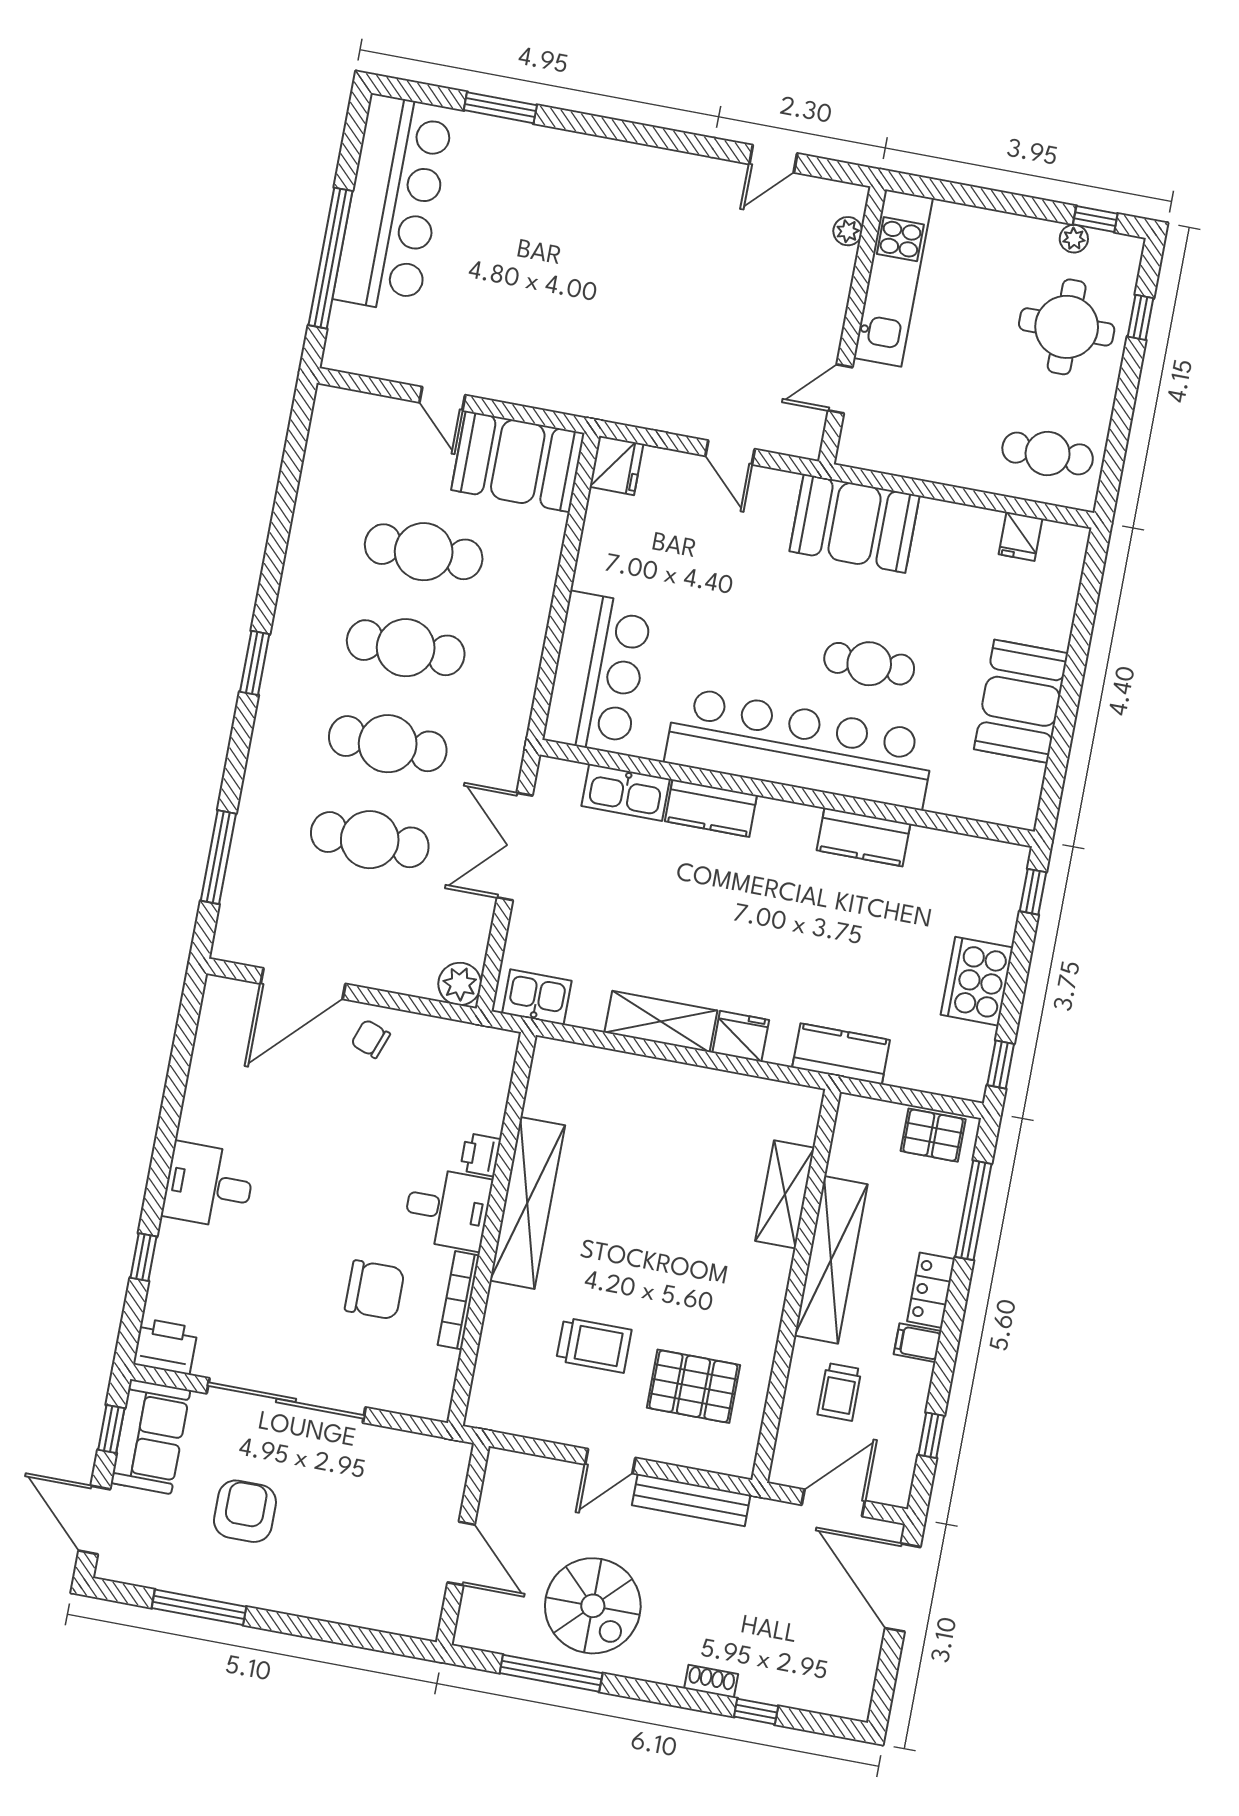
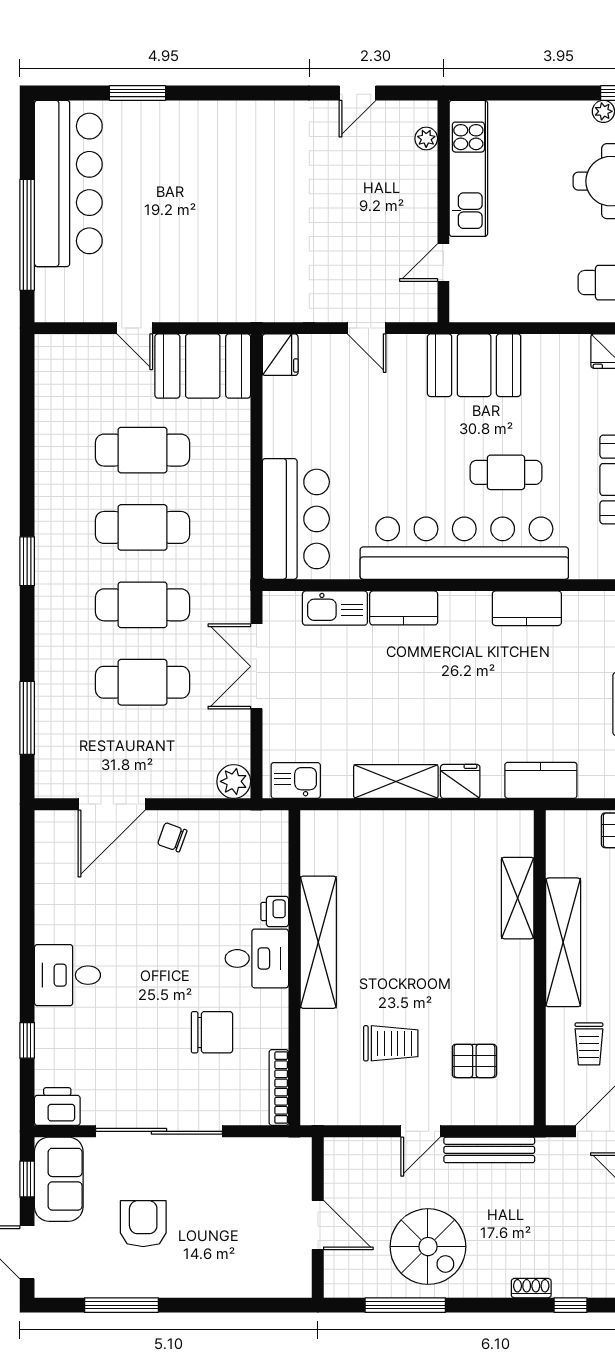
bookcase: (459, 1300) -> (279, 1088), moved
pallet: (693, 1386) -> (474, 1061), width x0.67, depth x0.71

